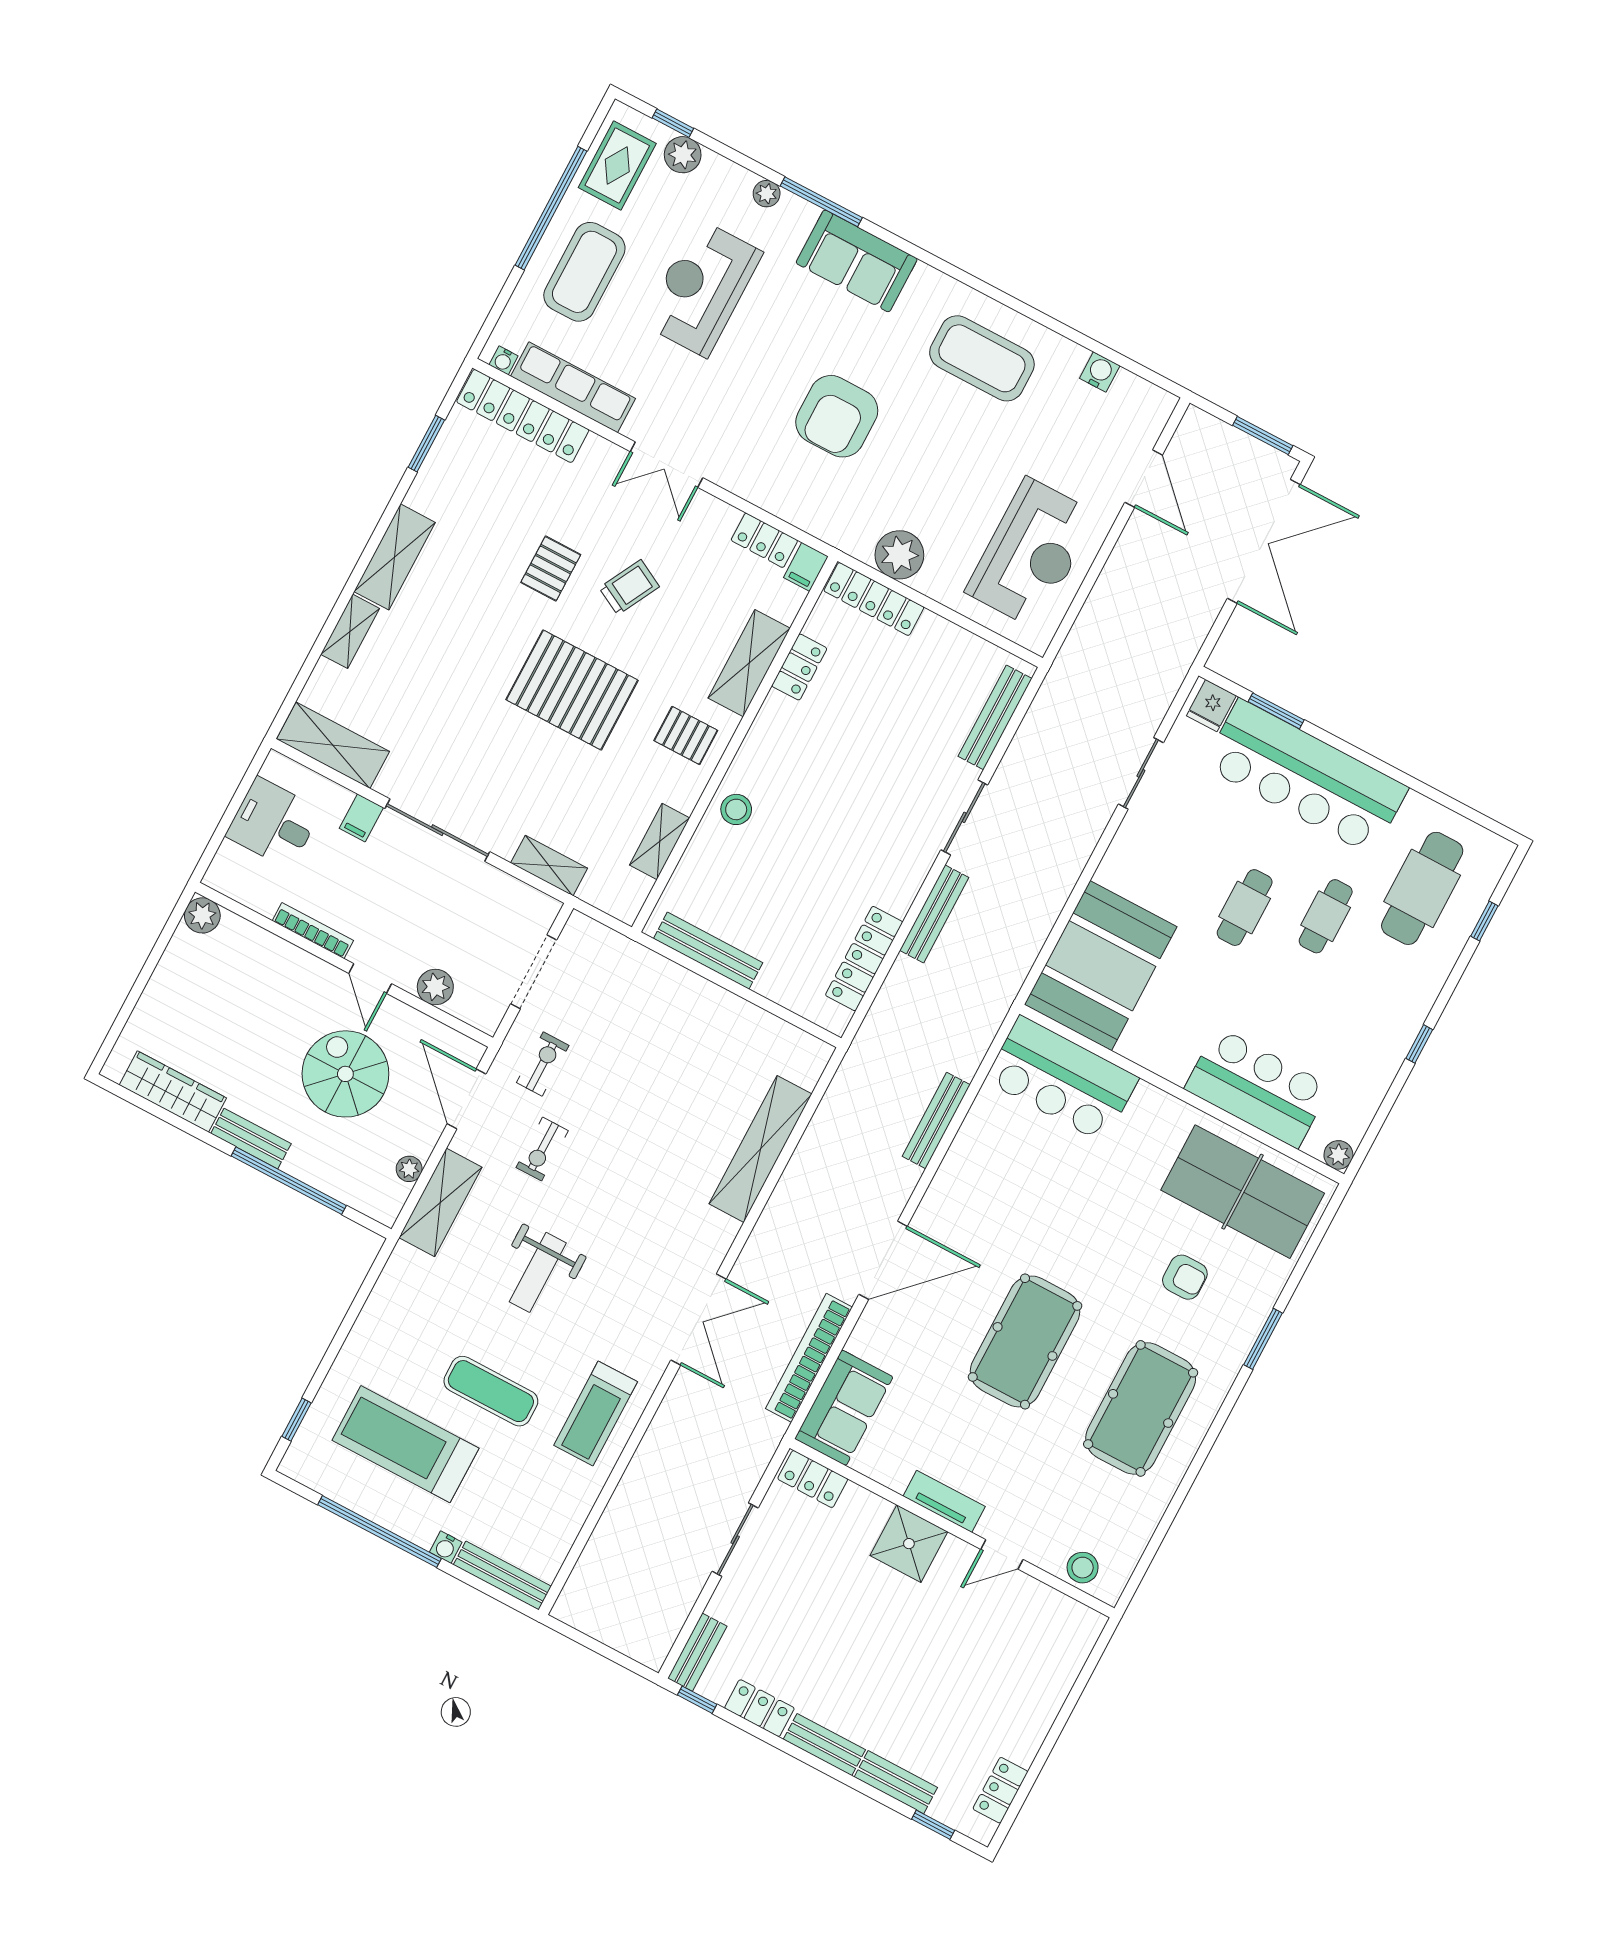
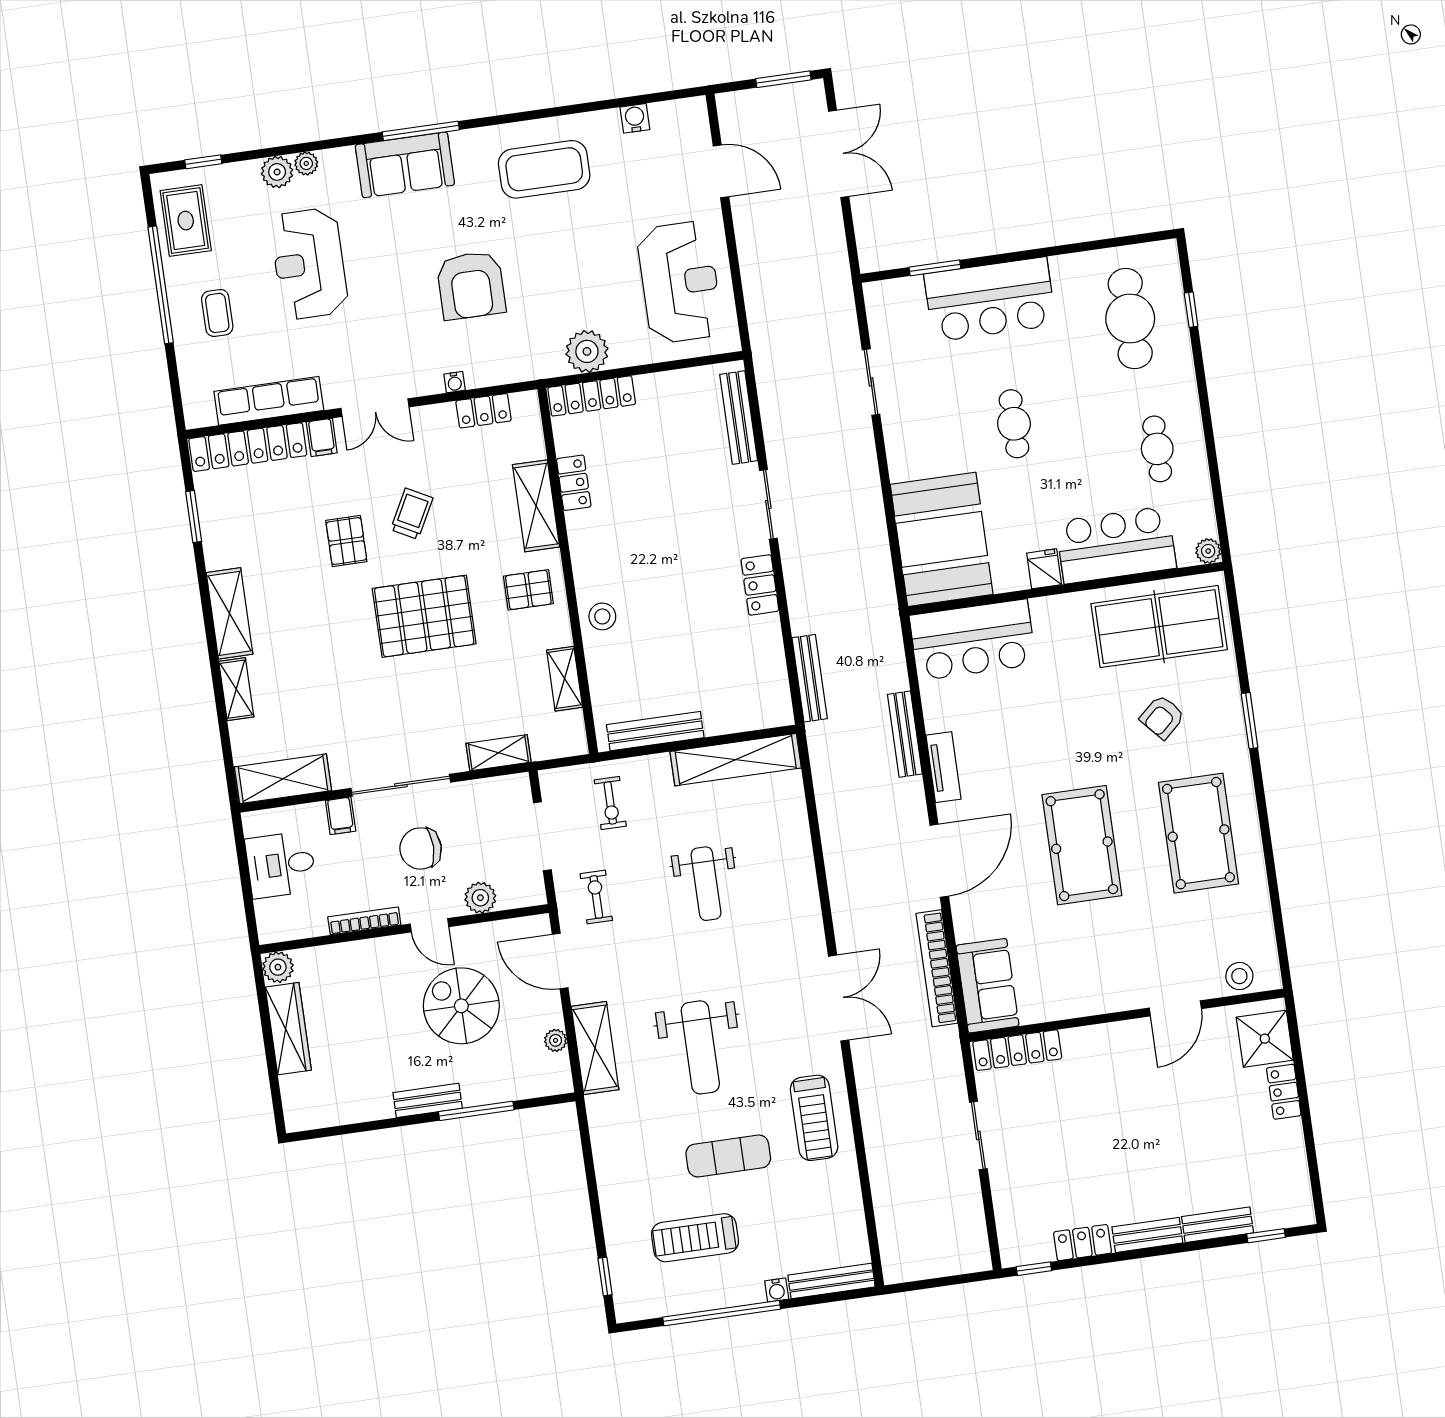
plant: (683, 155) -> (277, 172), moved
window: (821, 202) -> (421, 131), moved
coffee table: (584, 272) -> (217, 313), width x0.54, depth x0.58
water cooler: (504, 360) -> (455, 382), moved
double door: (1264, 541) -> (839, 154), width x0.73
filing cabinet: (806, 567) -> (322, 437), moved
fridge: (1211, 706) -> (1044, 569), moved, turned 180
bar counter: (1306, 777) -> (990, 299), width x0.73
chair: (413, 902) -> (421, 848), added
bench: (934, 914) -> (810, 678), moved
cafe table: (1326, 916) -> (1157, 449), moved
locker: (864, 959) -> (760, 585), moved, width x0.66
window: (1419, 1044) -> (1208, 431), removed
wardrobe: (173, 1091) -> (288, 1029), moved, turned 90
weight bench: (653, 1125) -> (706, 884), added
exercise bike: (542, 1149) -> (610, 803), moved
shelving: (760, 1149) -> (736, 760), moved, turned 90
window: (289, 1181) -> (476, 1111), width x0.68
weight bench: (538, 1272) -> (700, 1047), width x1.36, depth x1.33
armchair: (1185, 1277) -> (1162, 717), turned 138
treadmill: (405, 1444) -> (695, 1238), width x0.73, depth x0.73
locker: (813, 1479) -> (1017, 1050), width x1.53
tv unit: (944, 1501) -> (944, 767), moved, turned 90
shower: (909, 1544) -> (1265, 1039), moved
door: (1002, 1554) -> (1175, 1008), width x1.37
bench: (697, 1652) -> (1009, 1235), removed
locker: (1000, 1790) -> (1284, 1092), moved

